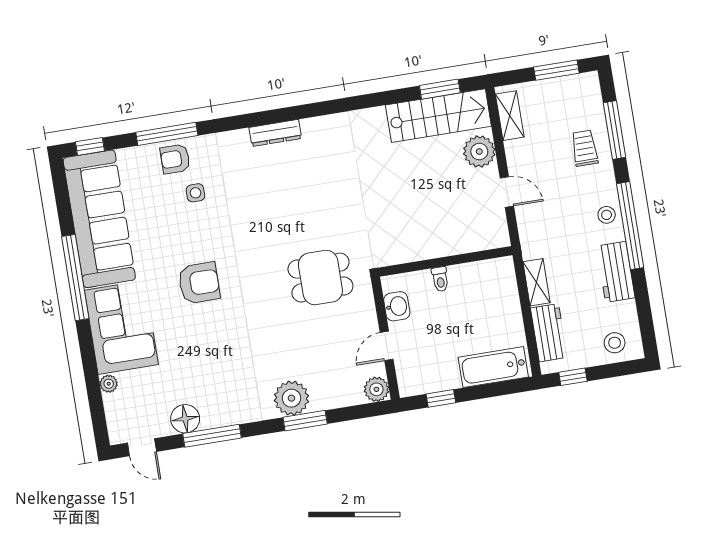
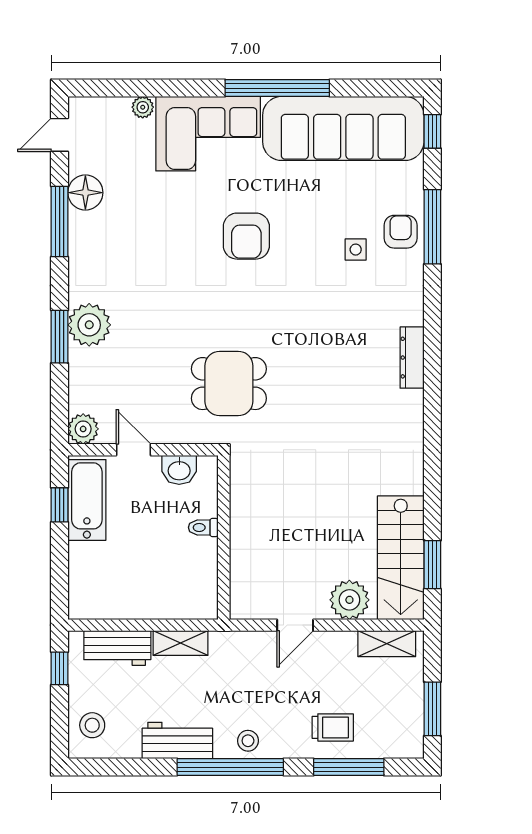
dining table: (320, 278) -> (229, 384), turned 90
bathtub: (493, 367) -> (87, 500), moved

